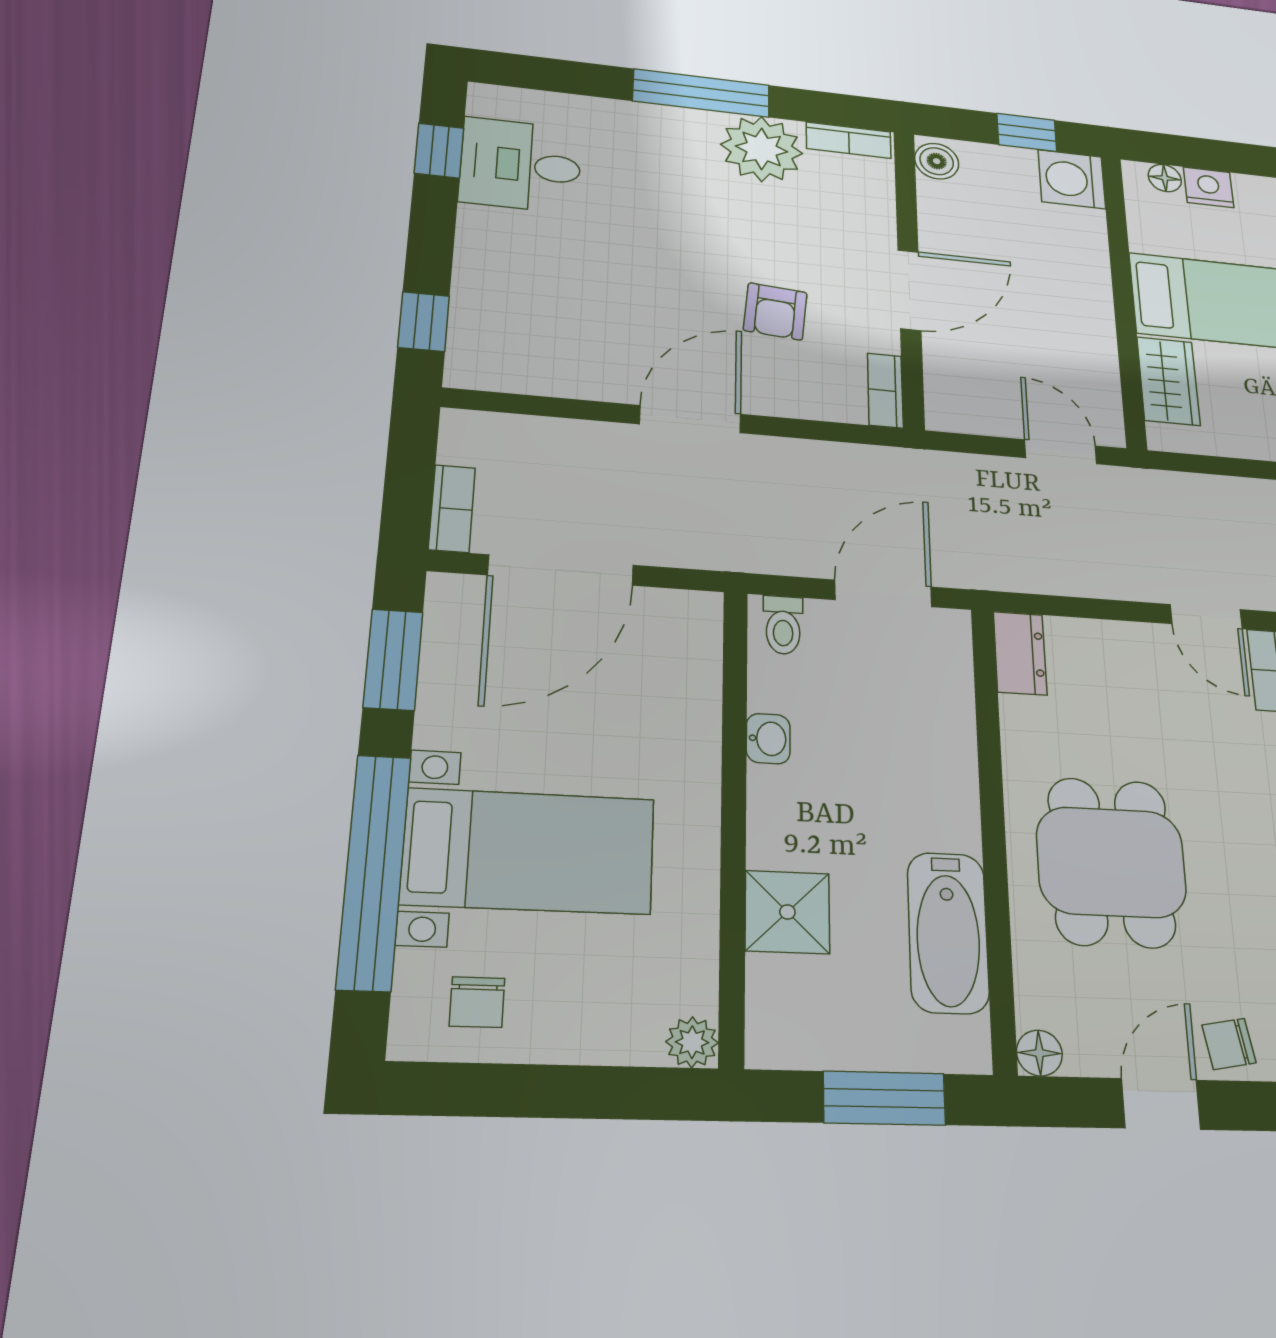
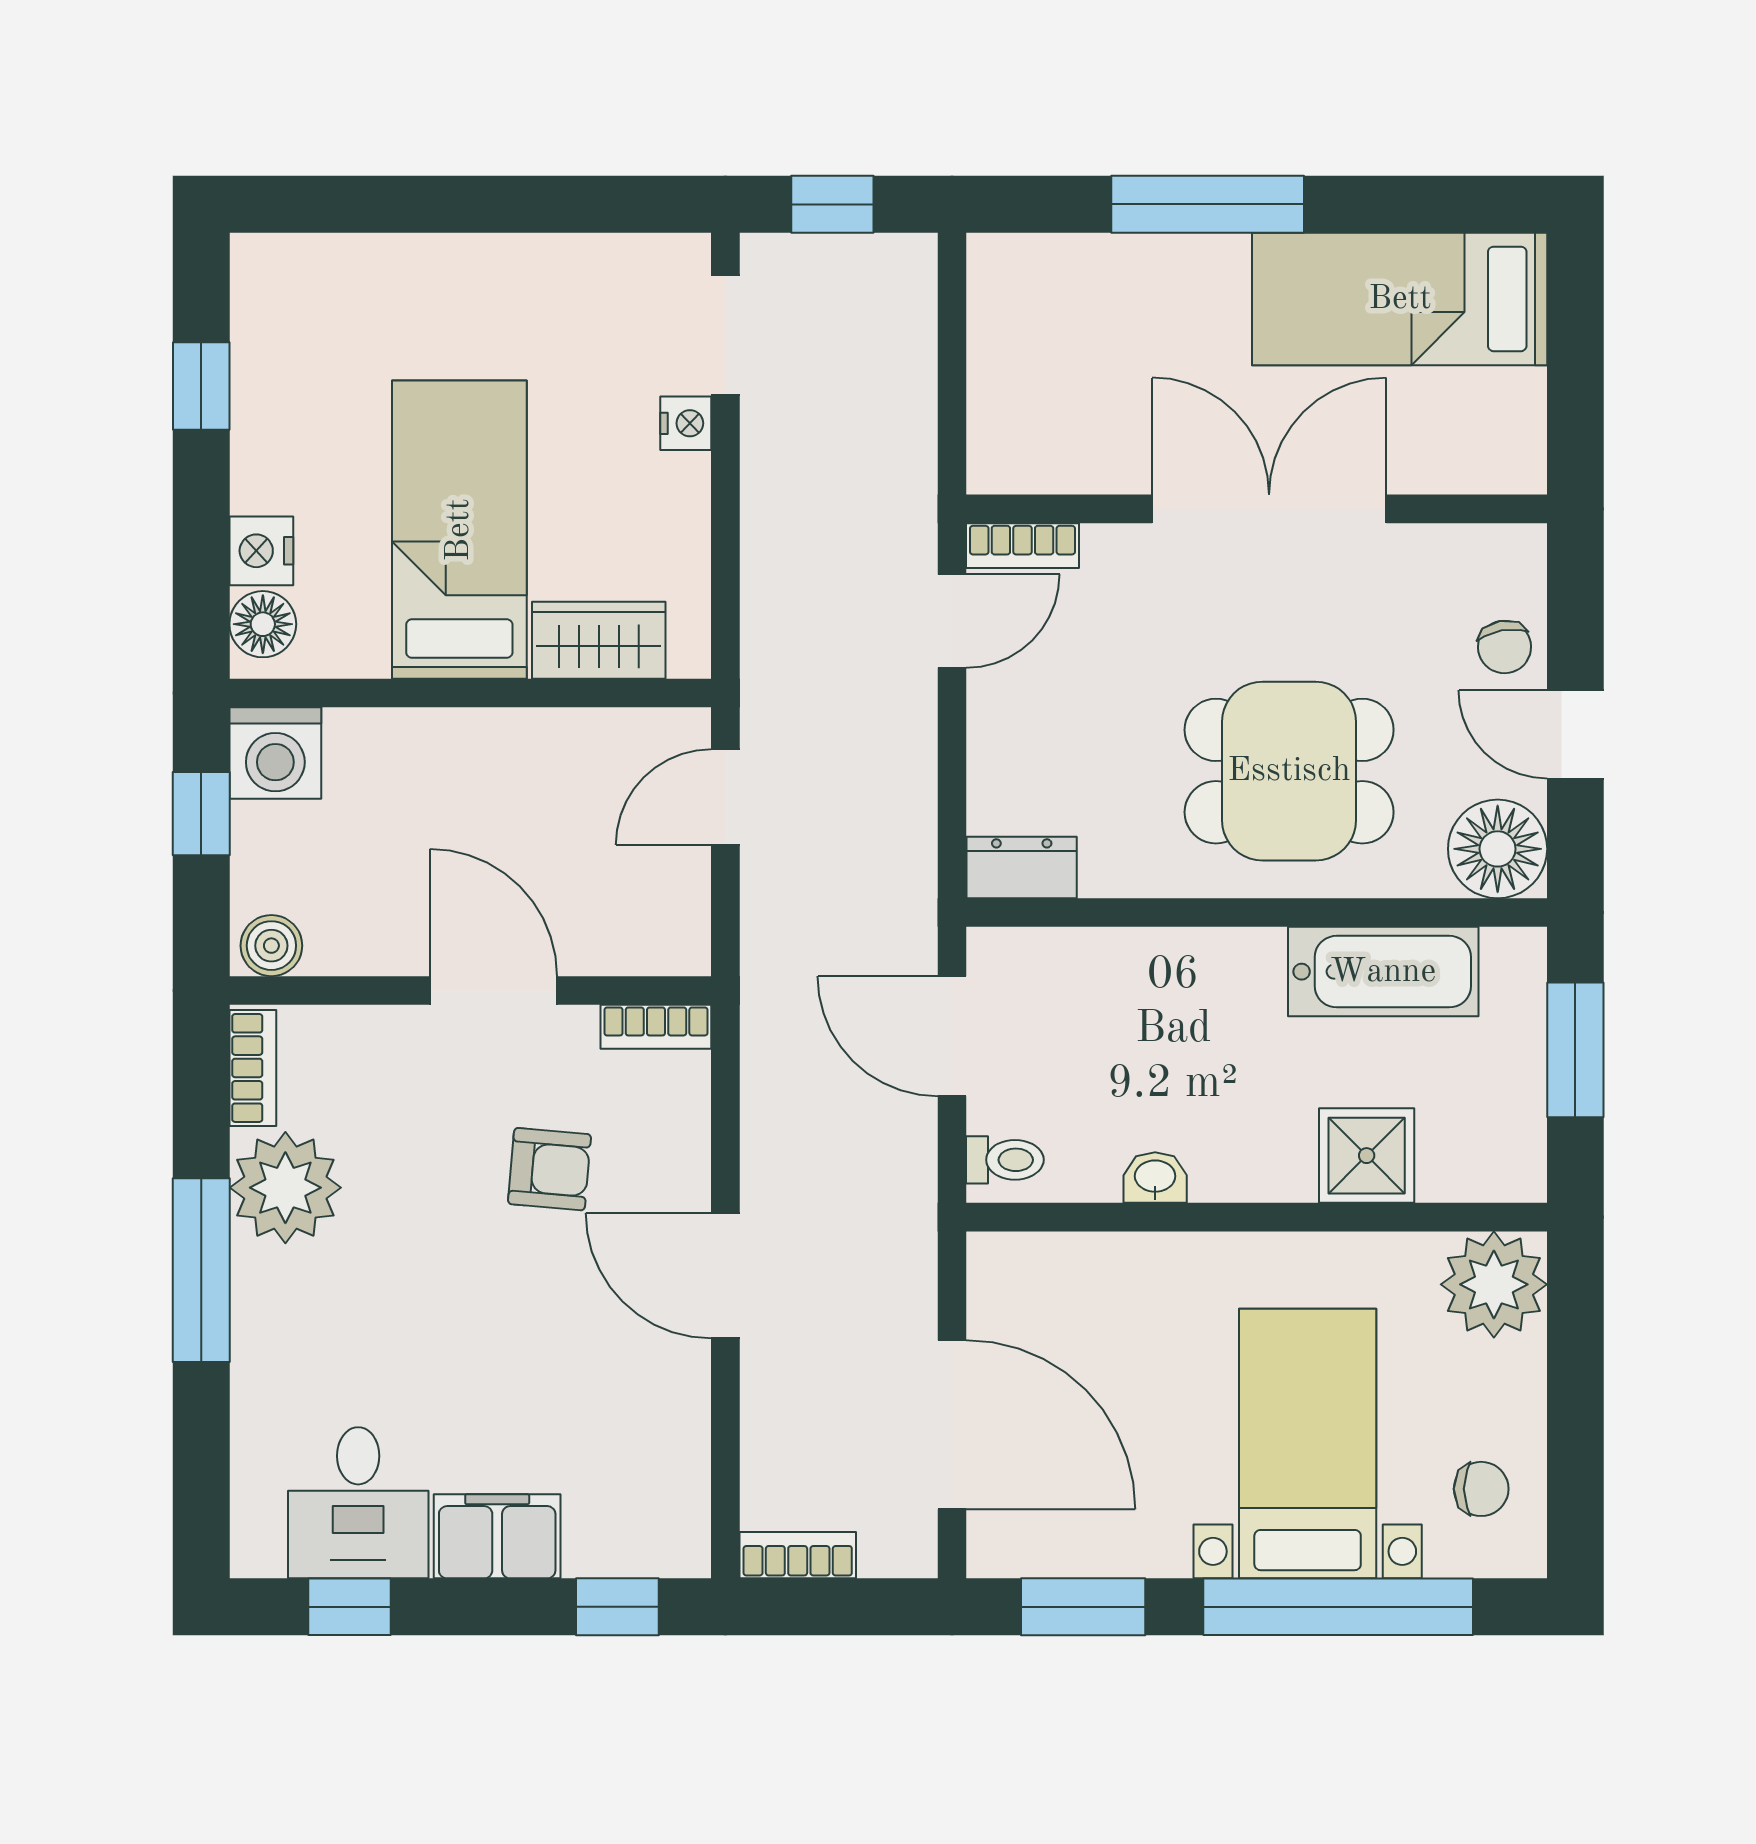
floor lamp: (1165, 178) -> (263, 624), width x1.37, depth x1.37
filing cabinet: (488, 249) -> (497, 1536), added
bookcase: (452, 508) -> (798, 1555), moved
plant: (692, 1042) -> (1494, 1284), width x1.87, depth x1.87
floor lamp: (1039, 1053) -> (1498, 849), width x1.89, depth x1.89

